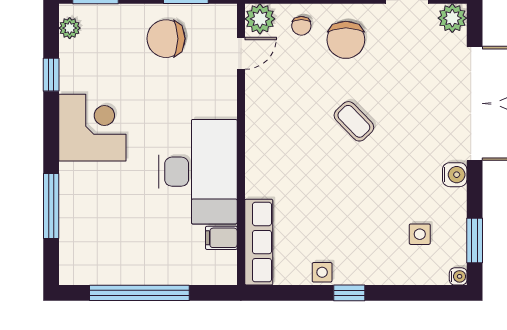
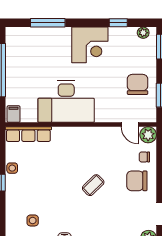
filing cabinet: (221, 238) -> (14, 114), moved

